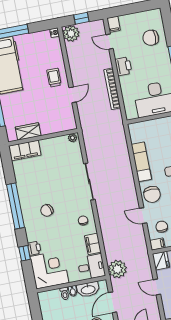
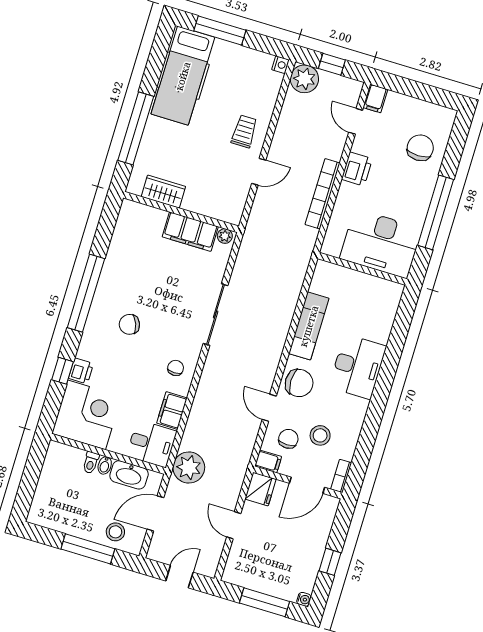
chair: (151, 38) -> (420, 148), turned 90
filing cabinet: (25, 150) -> (190, 232), moved
chair: (152, 194) -> (299, 383), turned -90

